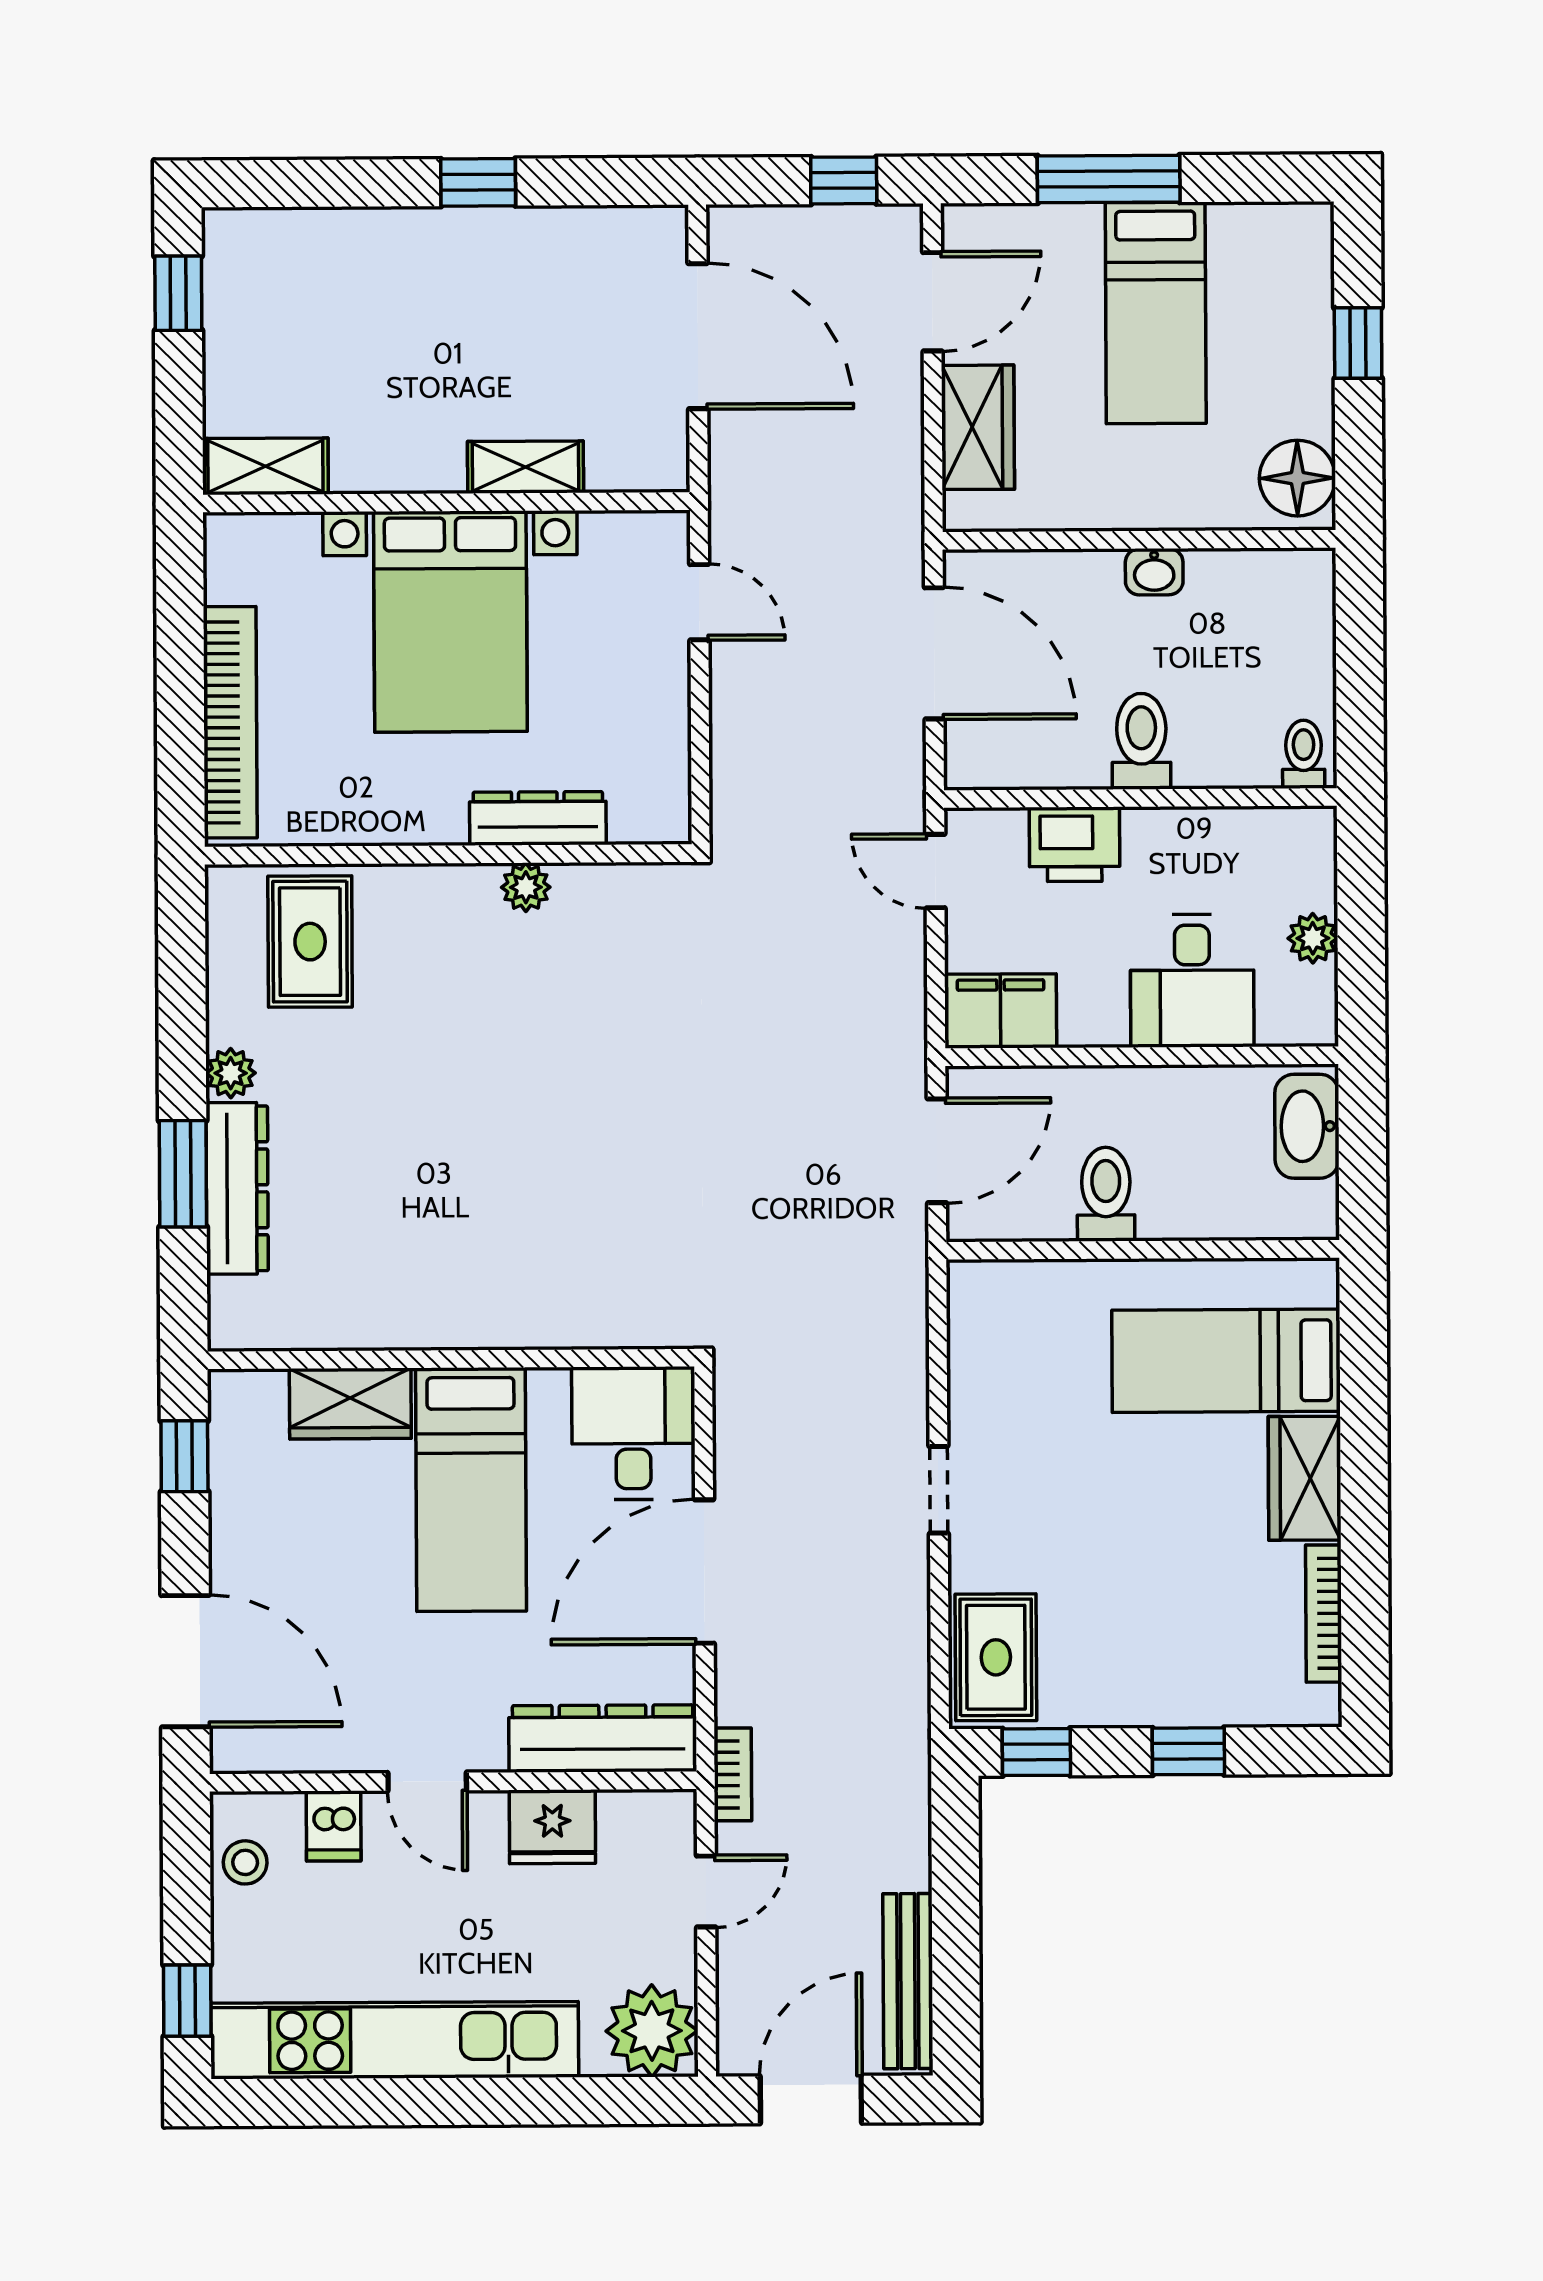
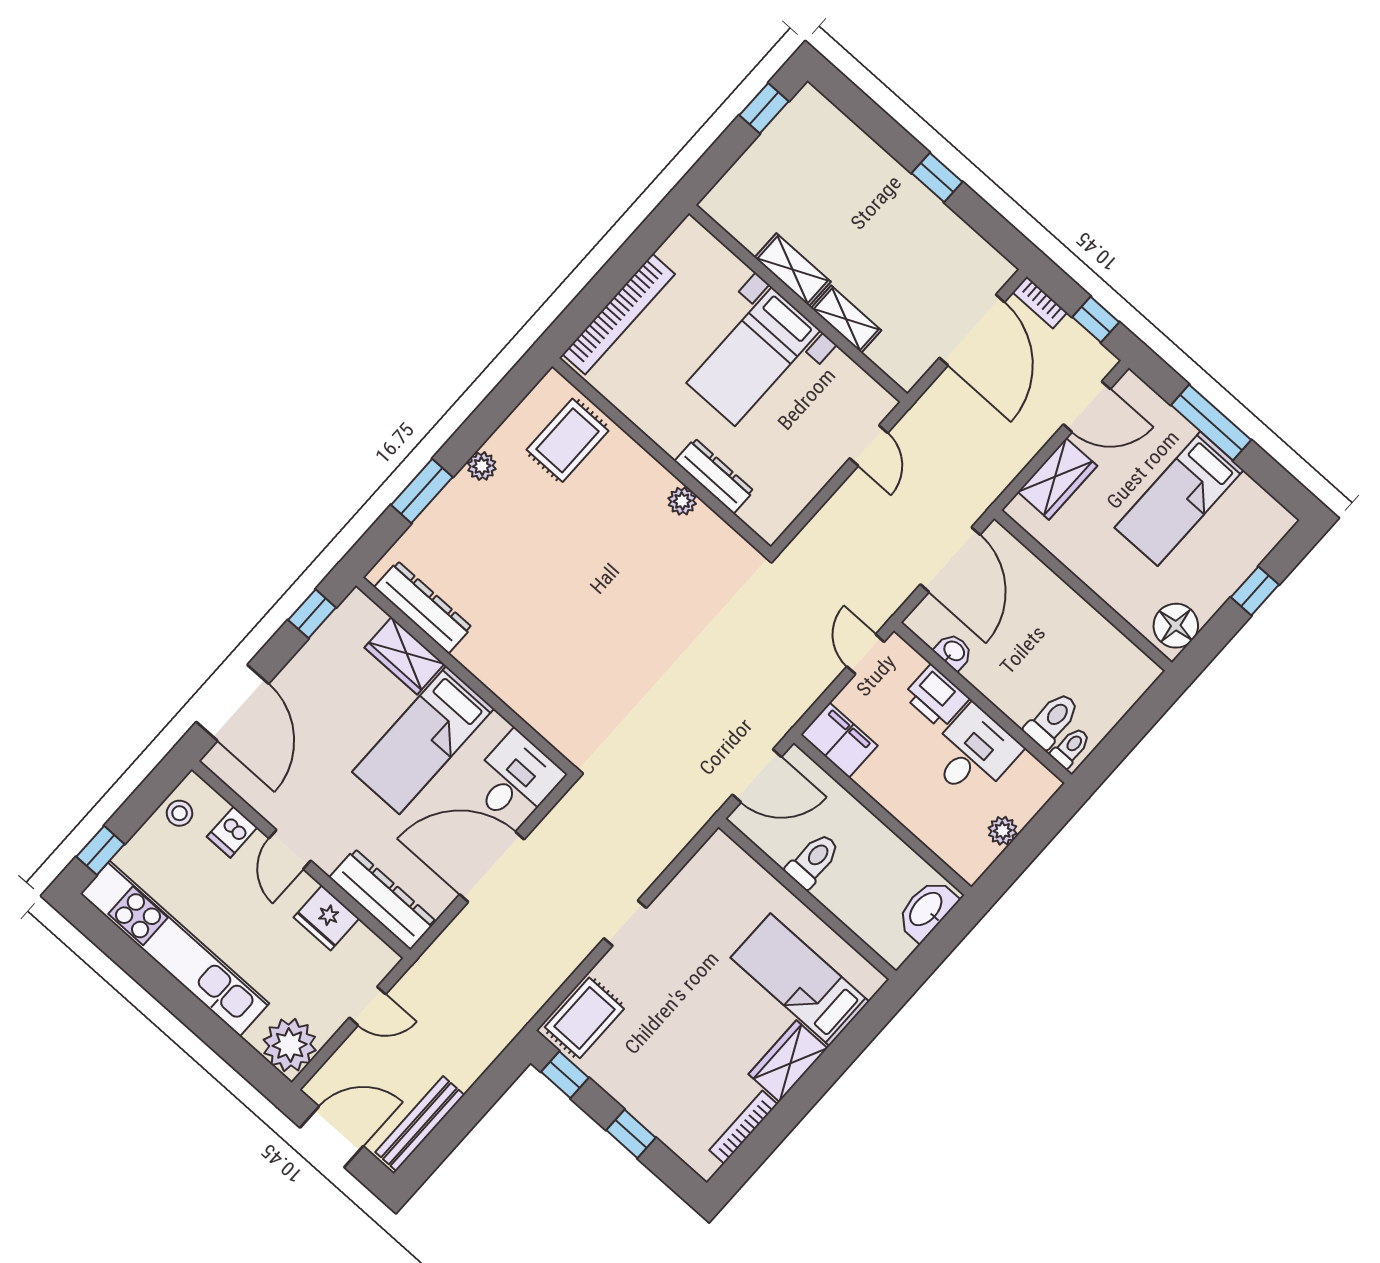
shelving: (265, 466) -> (793, 270), moved
washbasin: (1154, 572) -> (954, 652), moved, turned 180
bed with nightstands: (450, 621) -> (753, 357), width x0.73
toilet: (1141, 741) -> (1052, 720), moved
desk: (1192, 981) -> (973, 753), moved, turned 180
dresser: (237, 1188) -> (423, 607), moved, turned -90
bookcase: (733, 1774) -> (1040, 302), moved, turned 90

